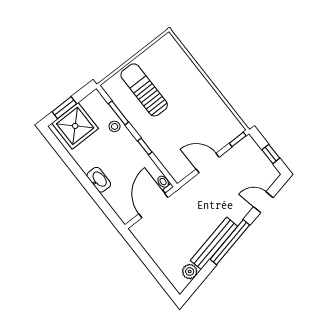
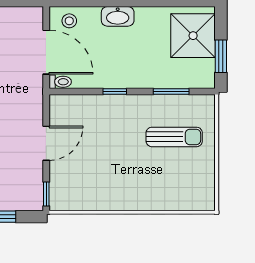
sun lounger: (144, 90) -> (174, 137), width x0.73, depth x0.75
window: (64, 108) -> (221, 56), moved
stool: (115, 126) -> (69, 21), moved

